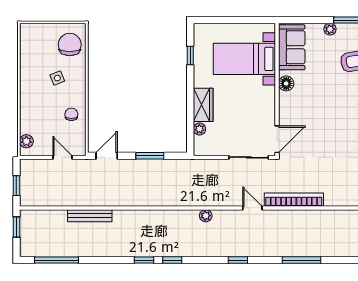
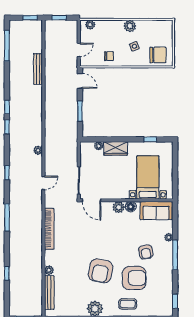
plant: (28, 85) -> (130, 26), added
plant: (287, 101) -> (119, 207), added
bookcase: (294, 200) -> (49, 229), moved

